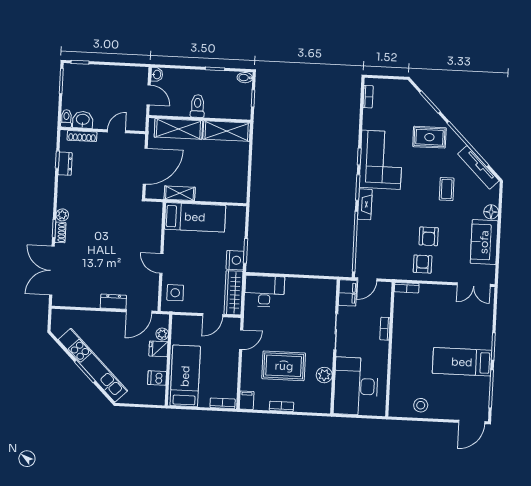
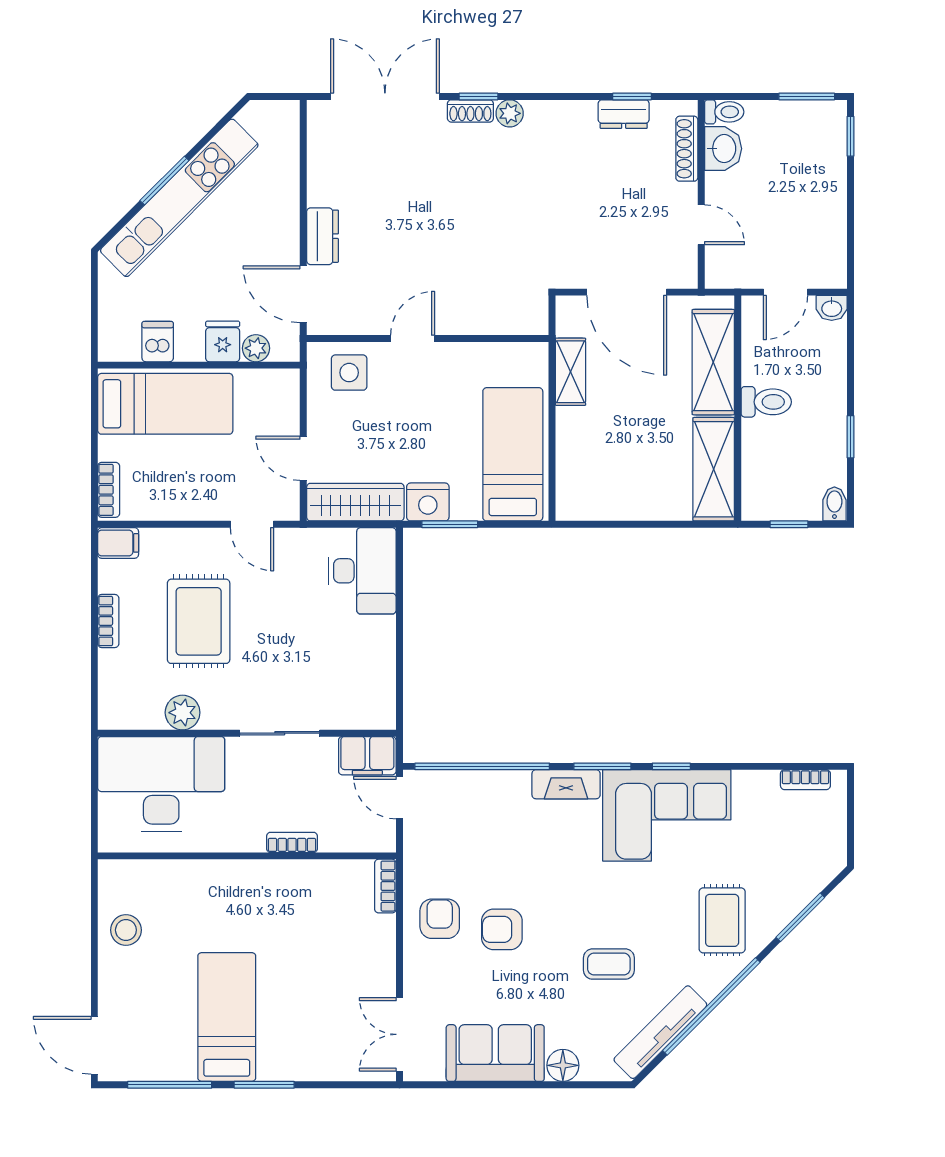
bed: (195, 217) -> (513, 454), moved, turned 180
armchair: (423, 264) -> (440, 919), turned -90

